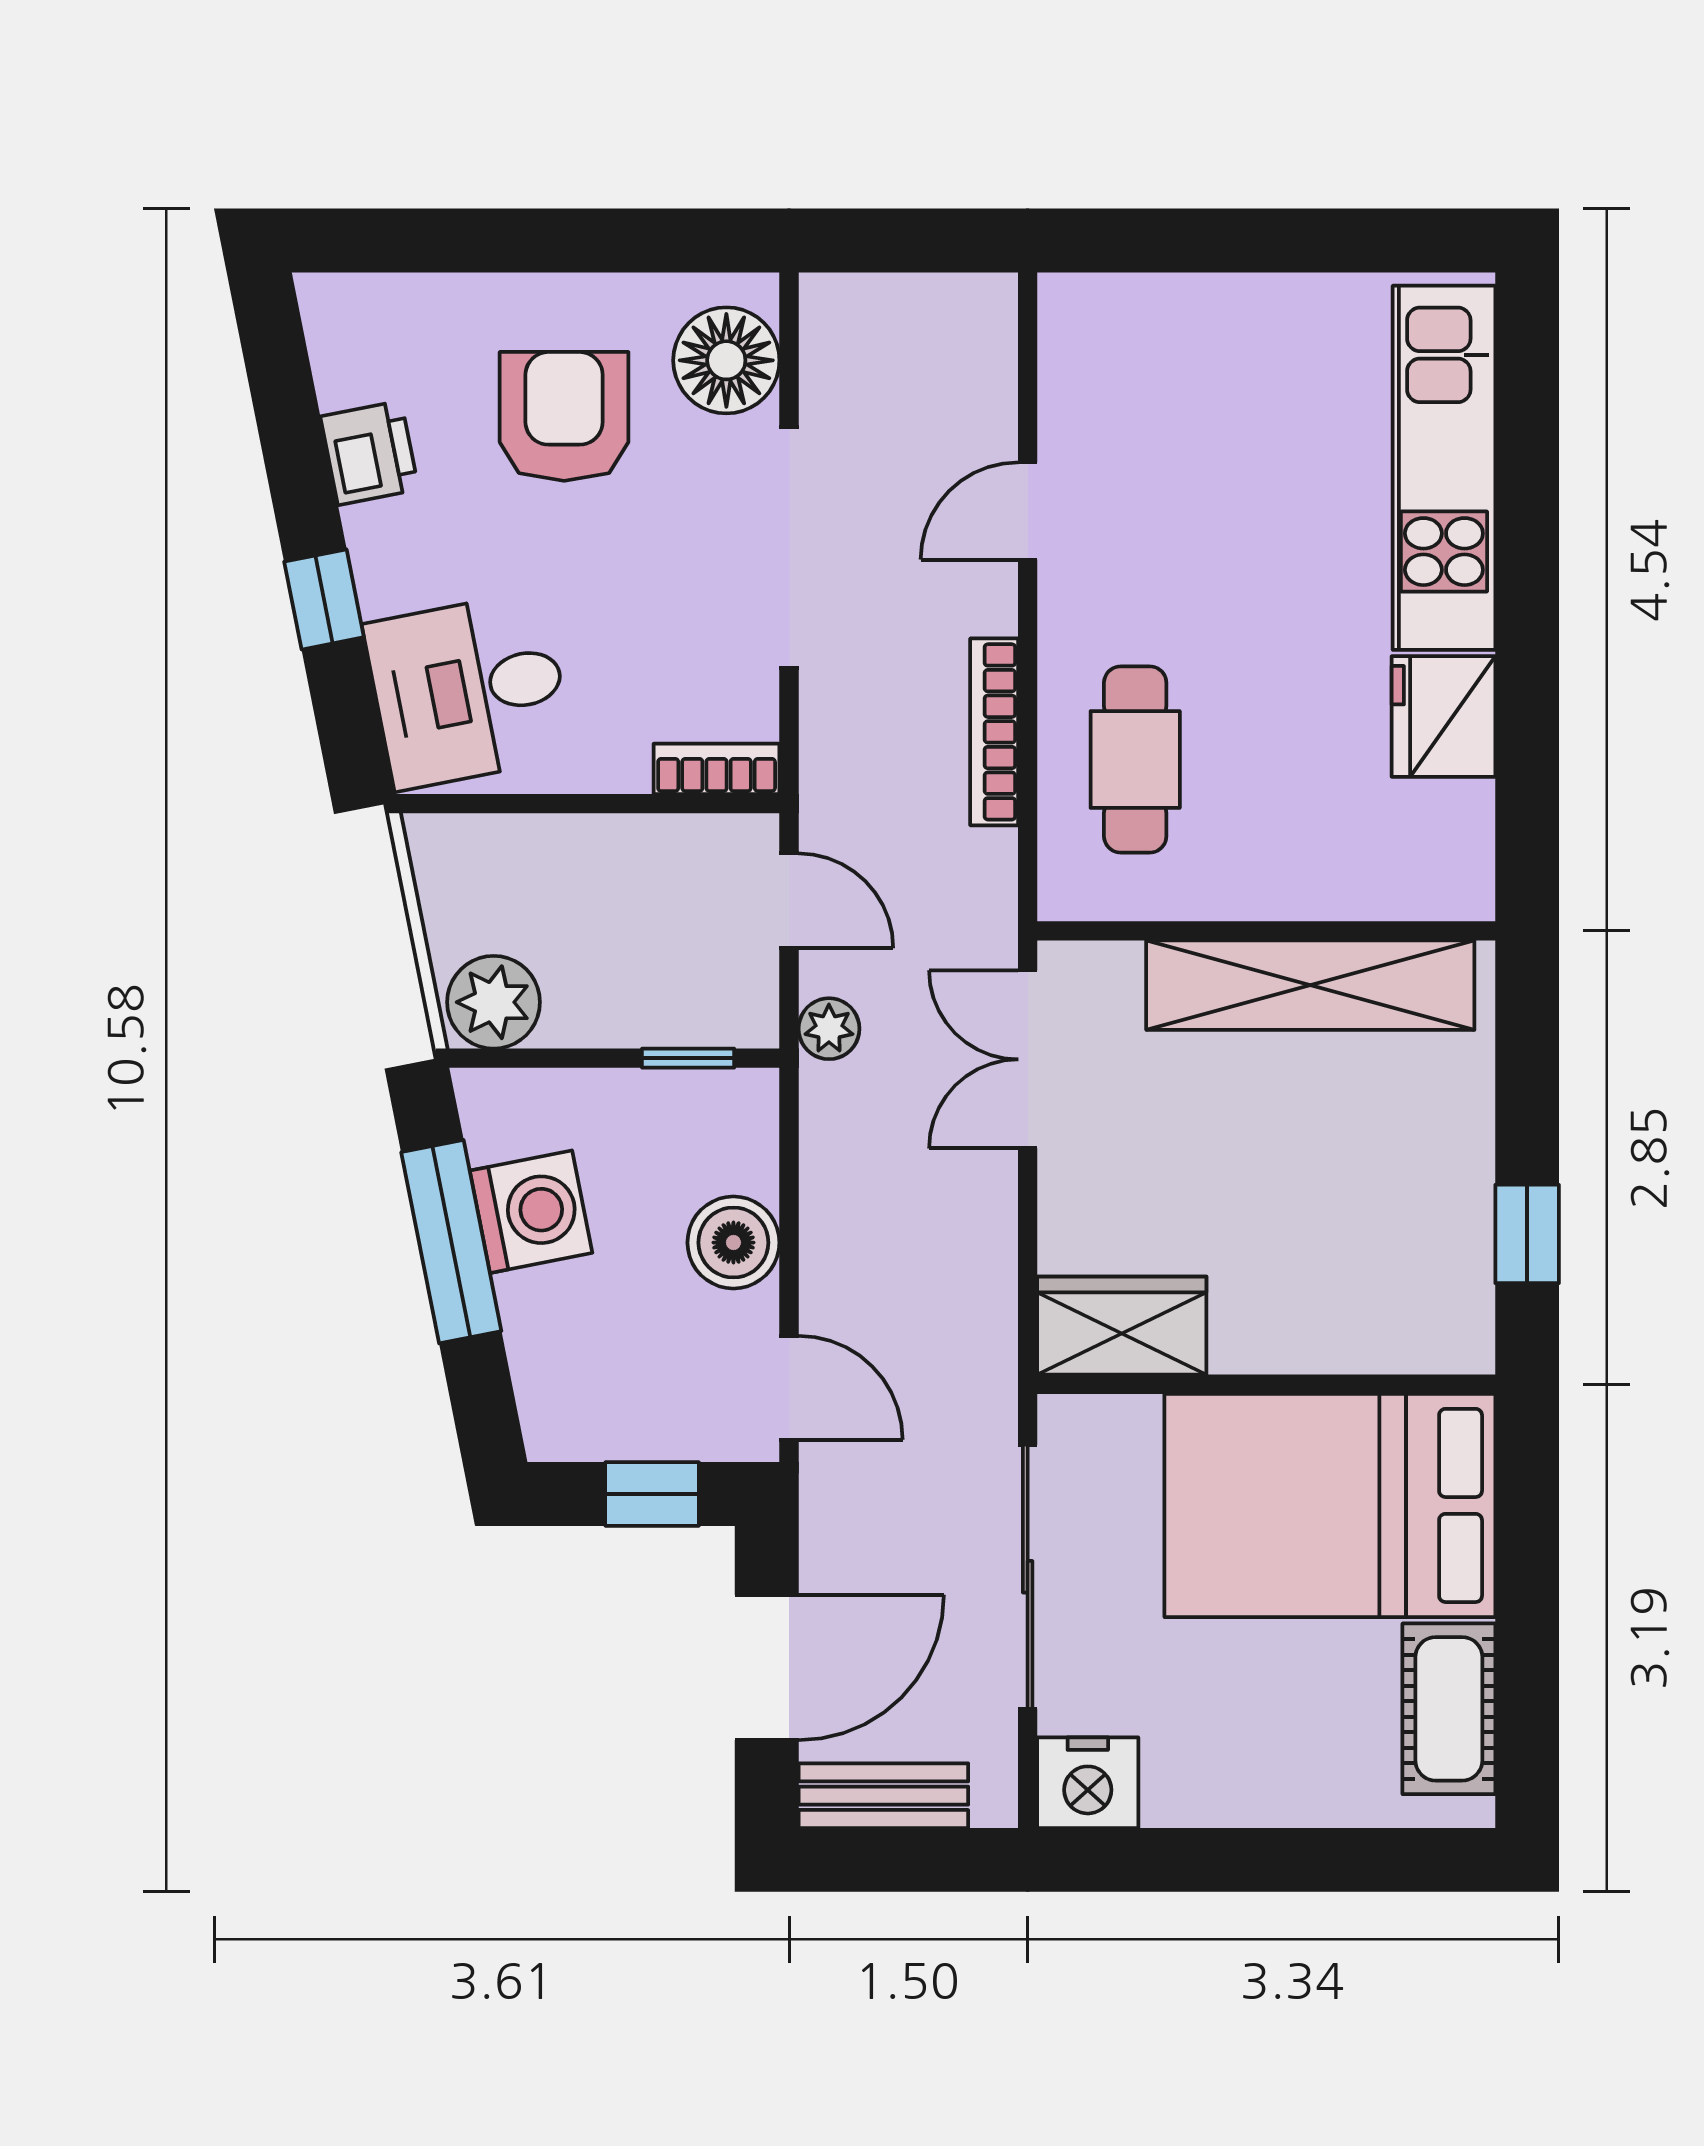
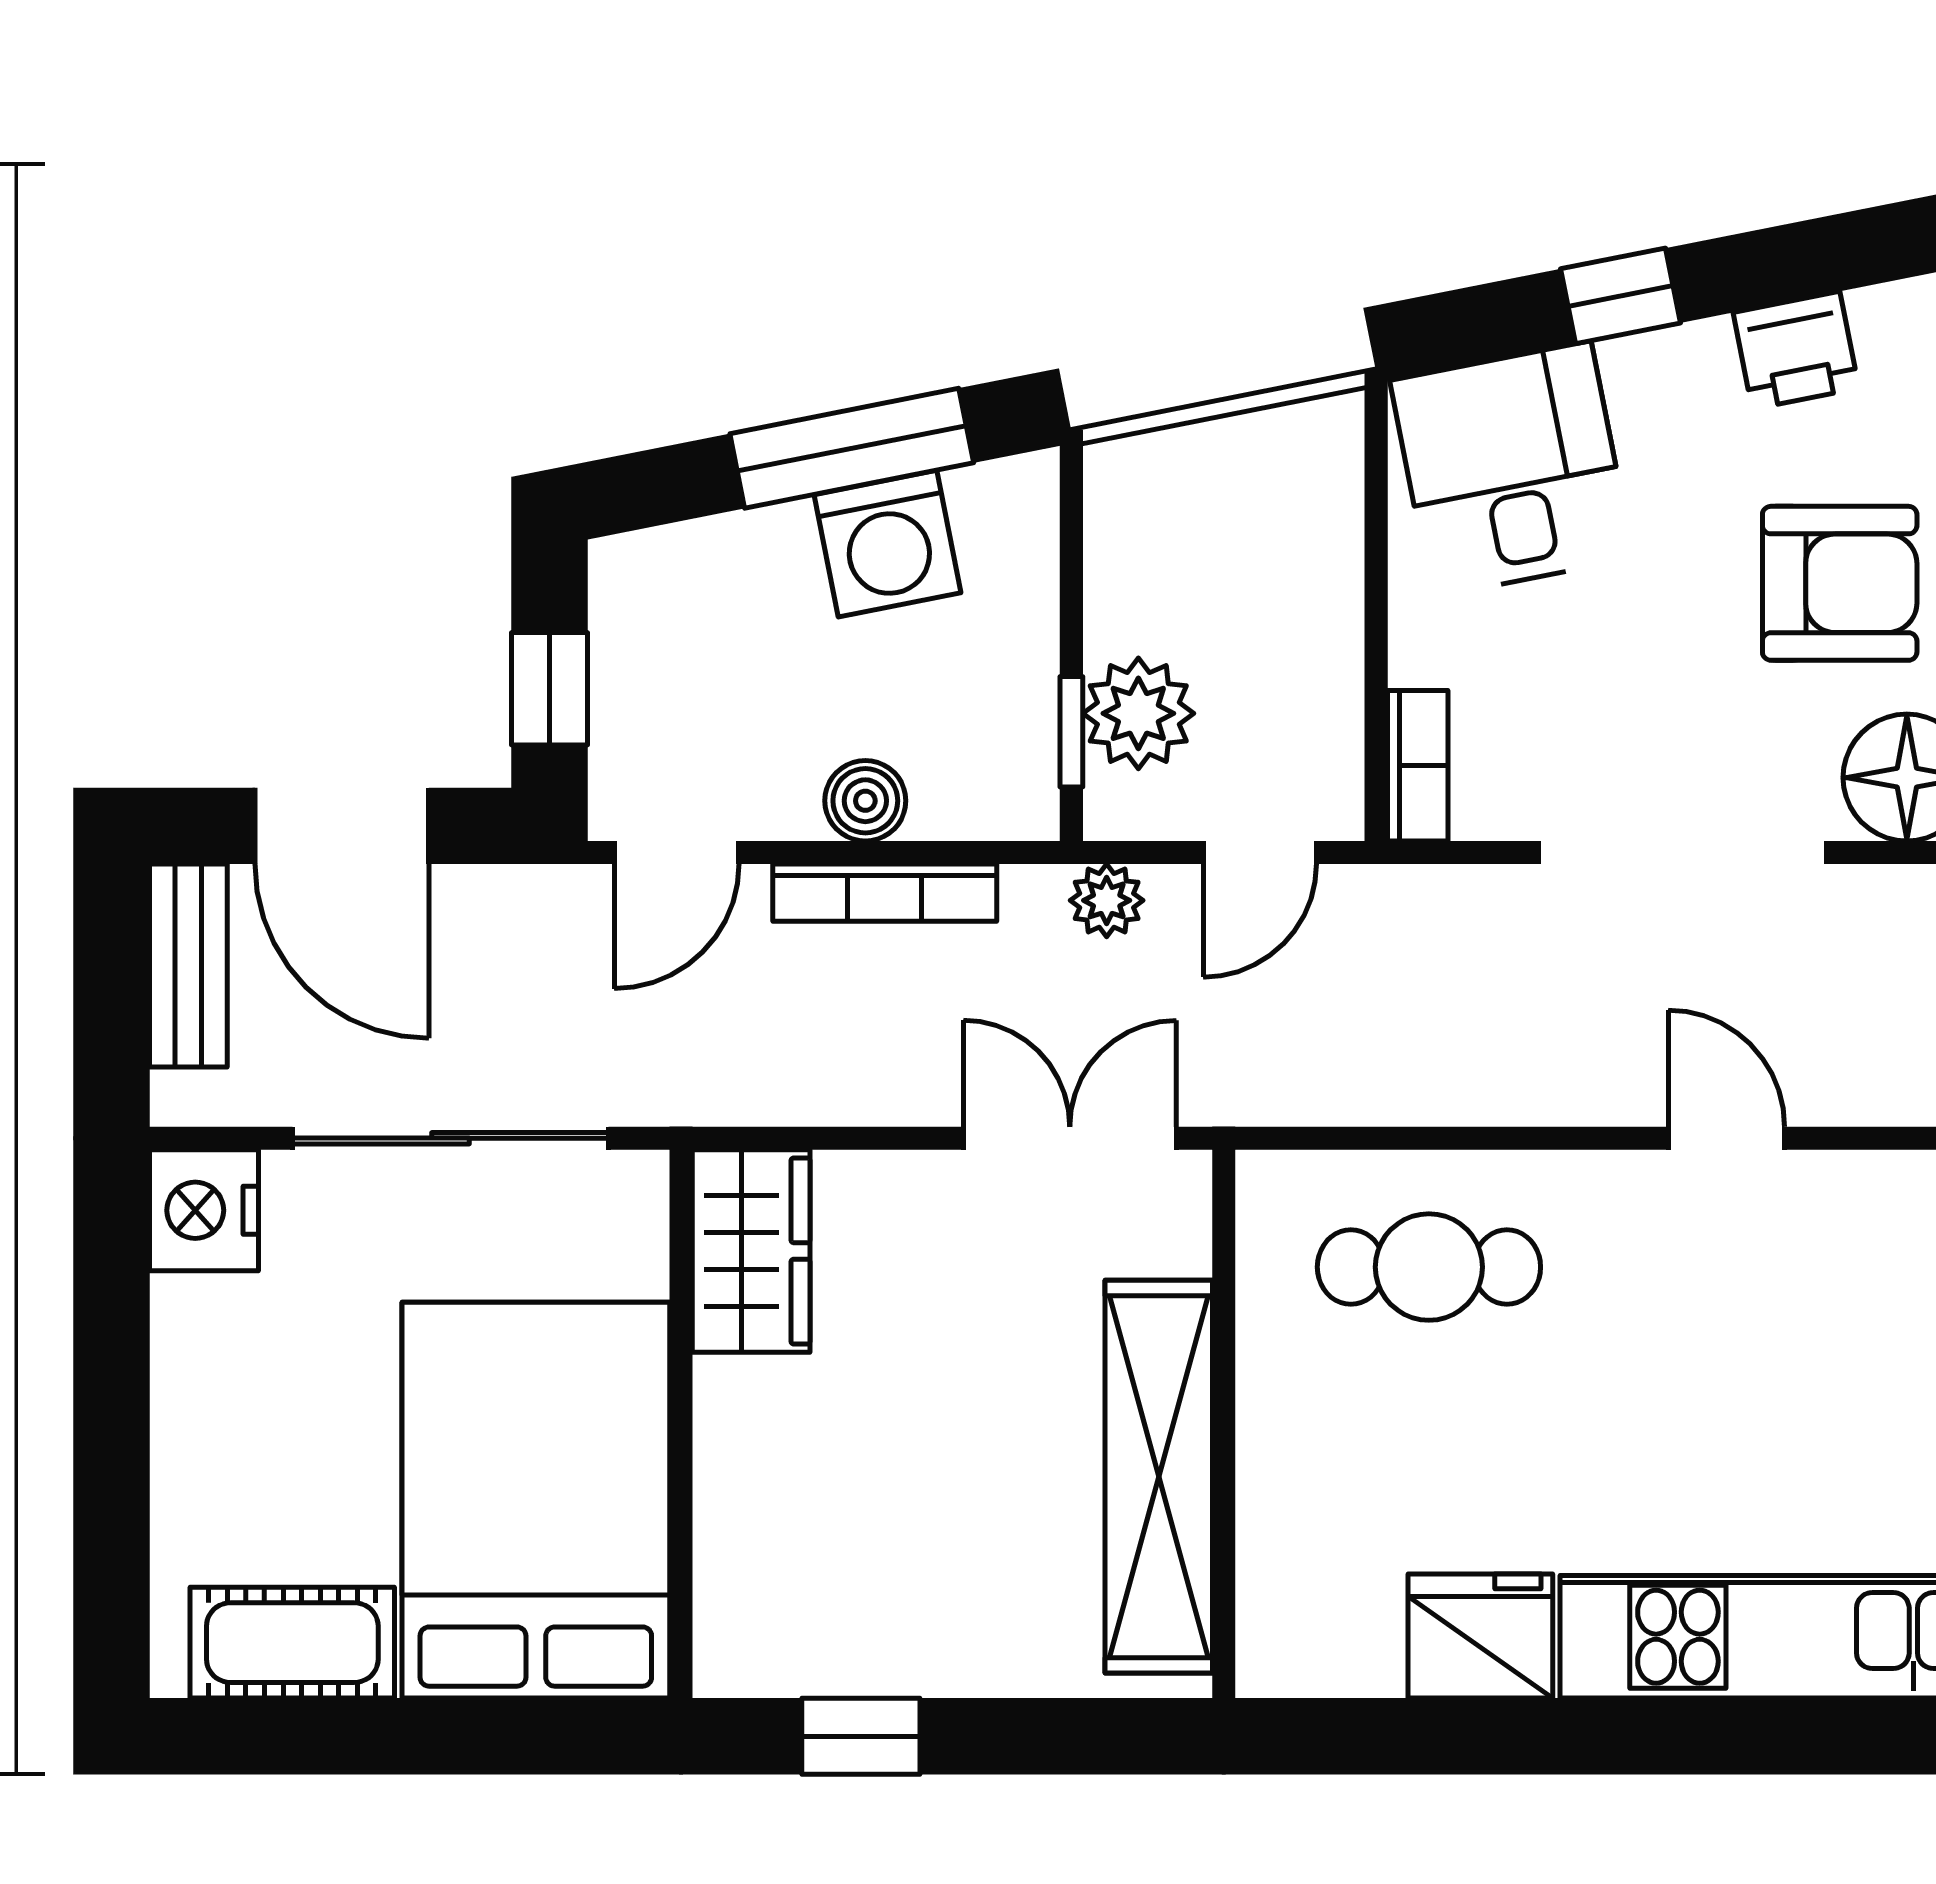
bookcase: (994, 732) -> (885, 893), moved, turned 180
plant: (494, 1002) -> (1138, 713), moved
boiler: (733, 1243) -> (865, 801), width x0.73, depth x0.73

